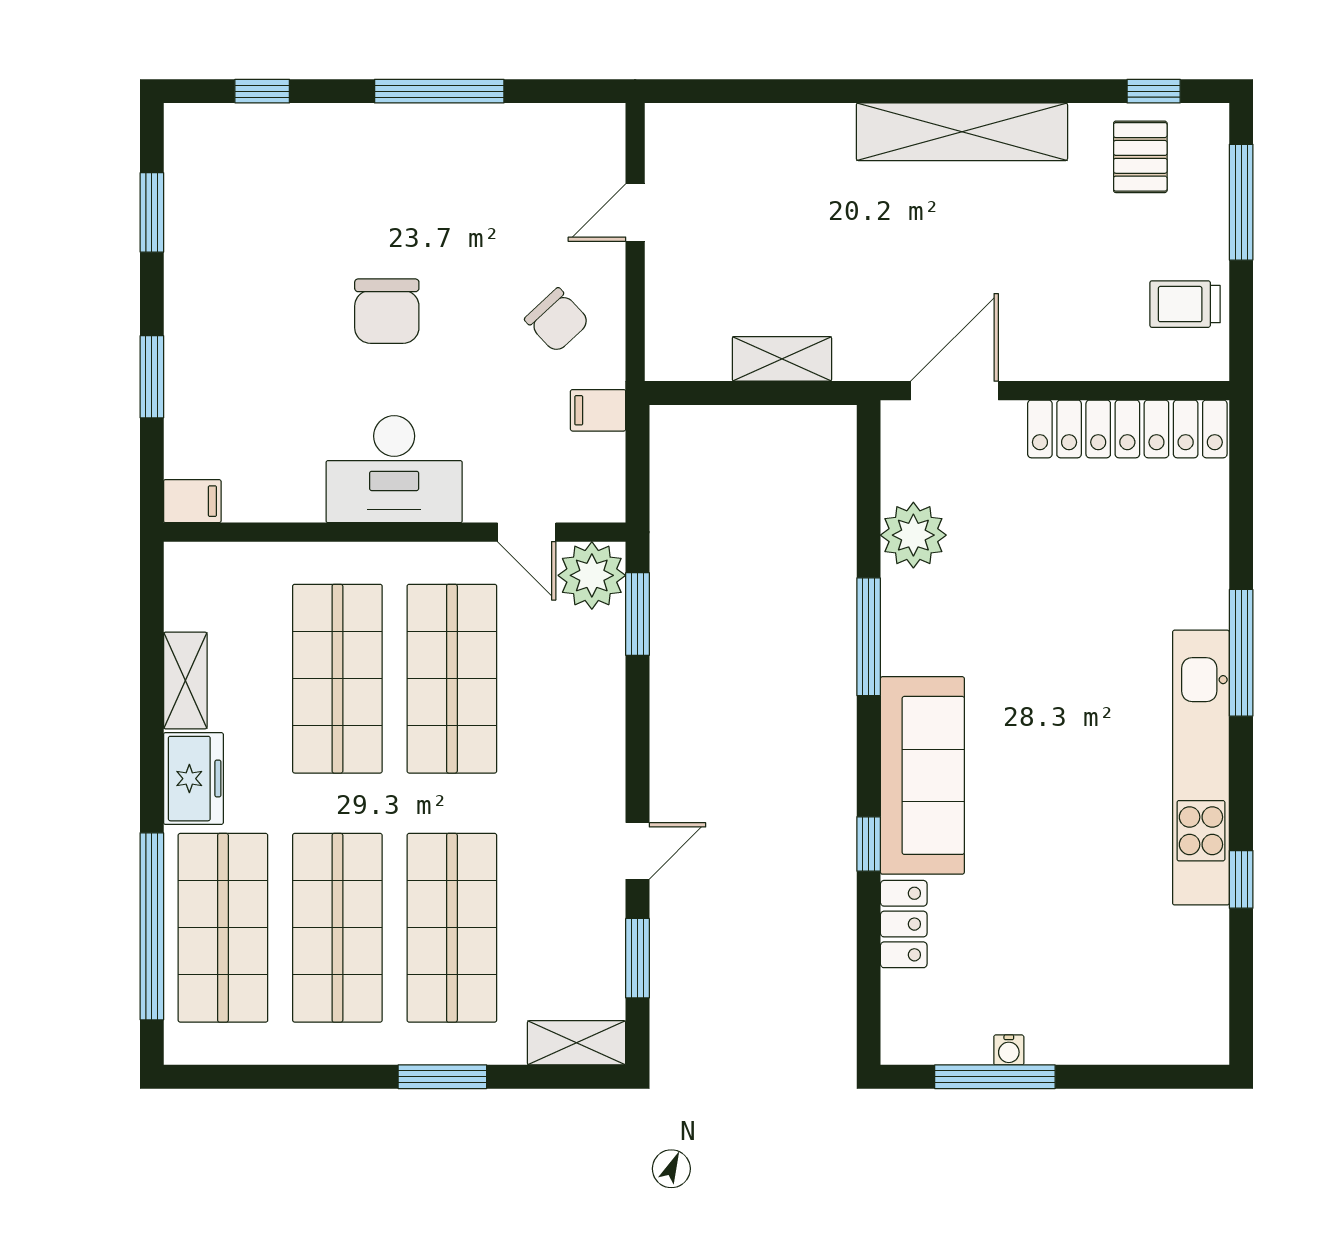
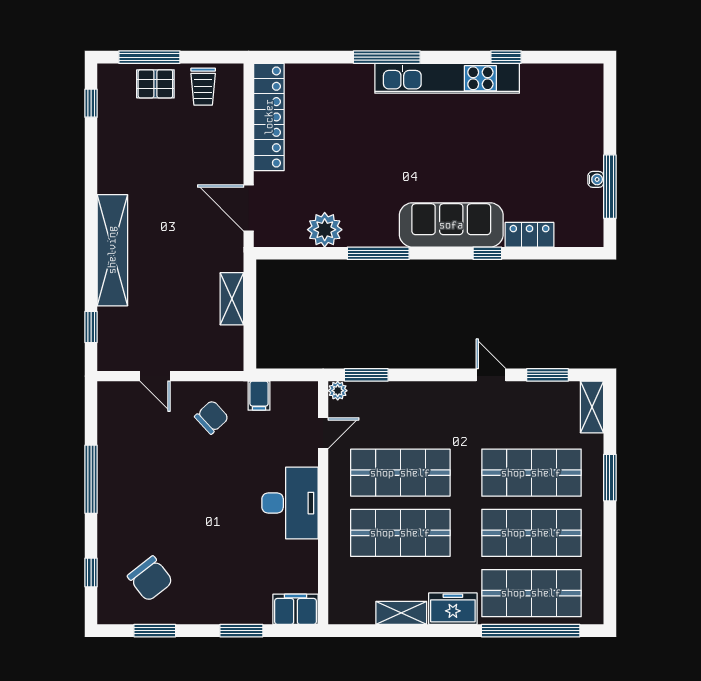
window: (728, 91) -> (91, 327), added
shelving: (962, 132) -> (112, 250), moved
pallet: (1140, 157) -> (155, 84), moved
chair: (387, 311) -> (150, 579), moved, turned 52
filing cabinet: (192, 501) -> (296, 609), width x2.00
plant: (592, 575) -> (338, 391), width x0.53, depth x0.53

